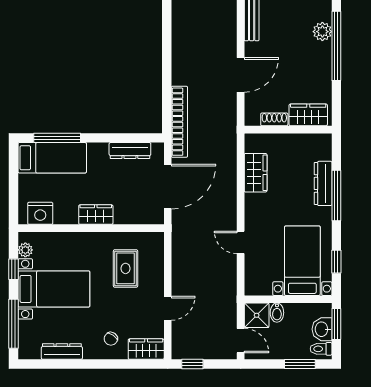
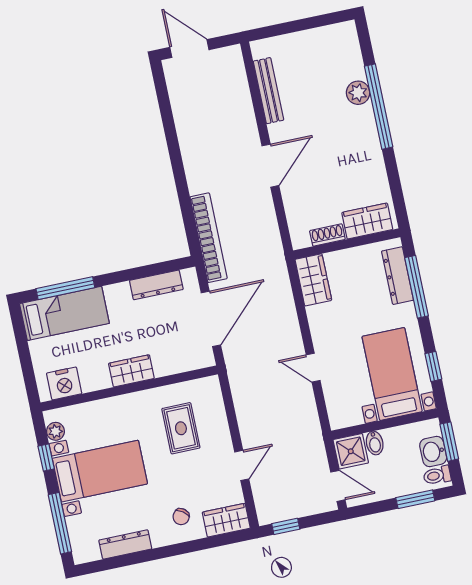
wardrobe: (308, 115) -> (367, 221), moved
shoe rack: (274, 119) -> (327, 235), moved
wall: (288, 130) -> (347, 244), moved

